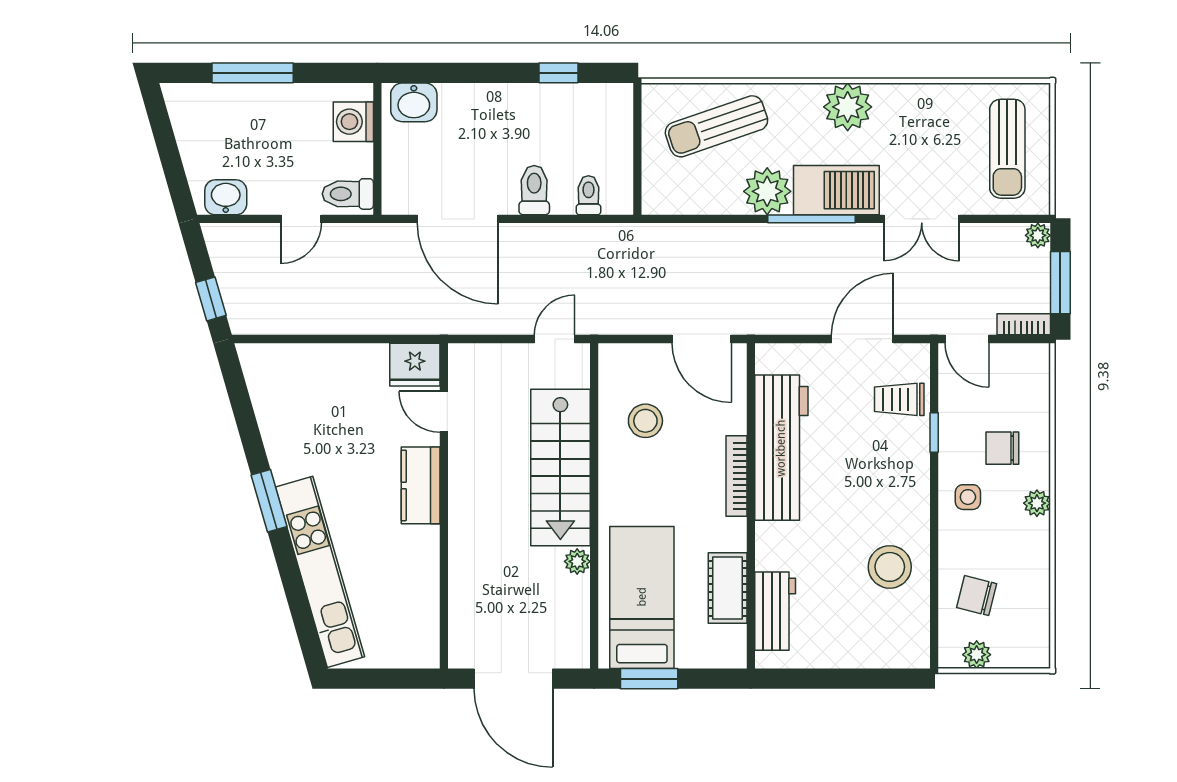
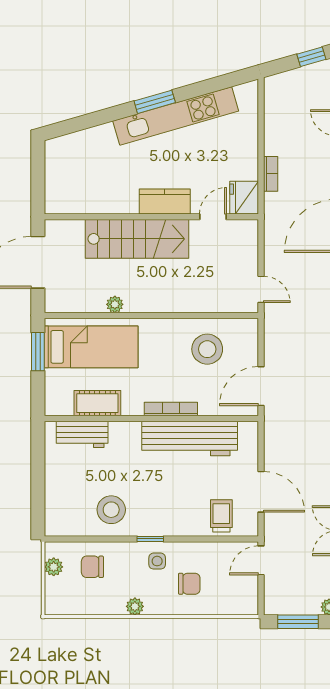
window: (211, 299) -> (311, 57), moved
bookcase: (1024, 324) -> (271, 174), moved
stool: (645, 421) -> (207, 349), width x1.38, depth x1.38
window: (934, 432) -> (150, 539), moved
chair: (1002, 448) -> (189, 584), turned 90
stairs: (560, 467) -> (137, 239), moved, turned 180
plant: (1037, 503) -> (135, 606), moved
kitchen unit: (320, 572) -> (176, 116), moved
chair: (977, 596) -> (92, 567), turned -104

